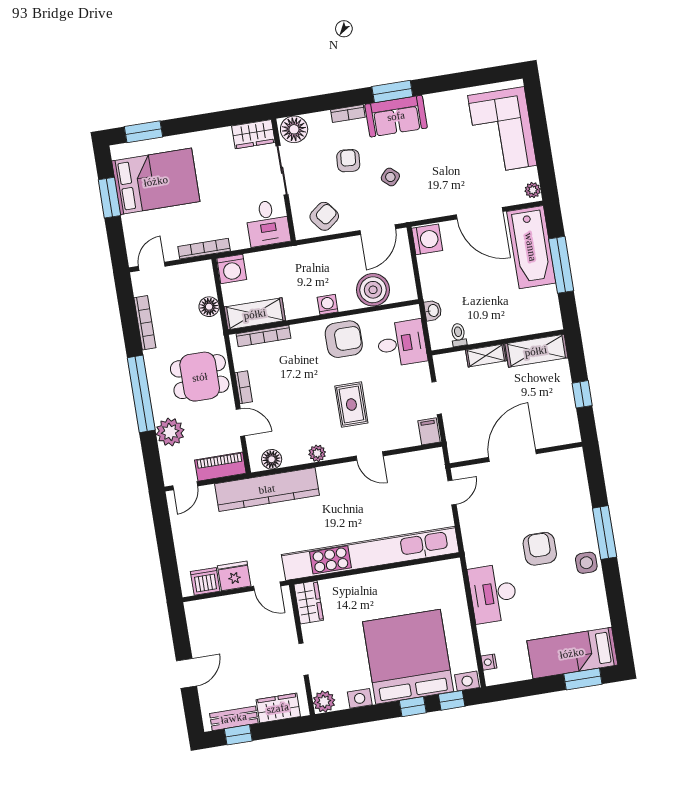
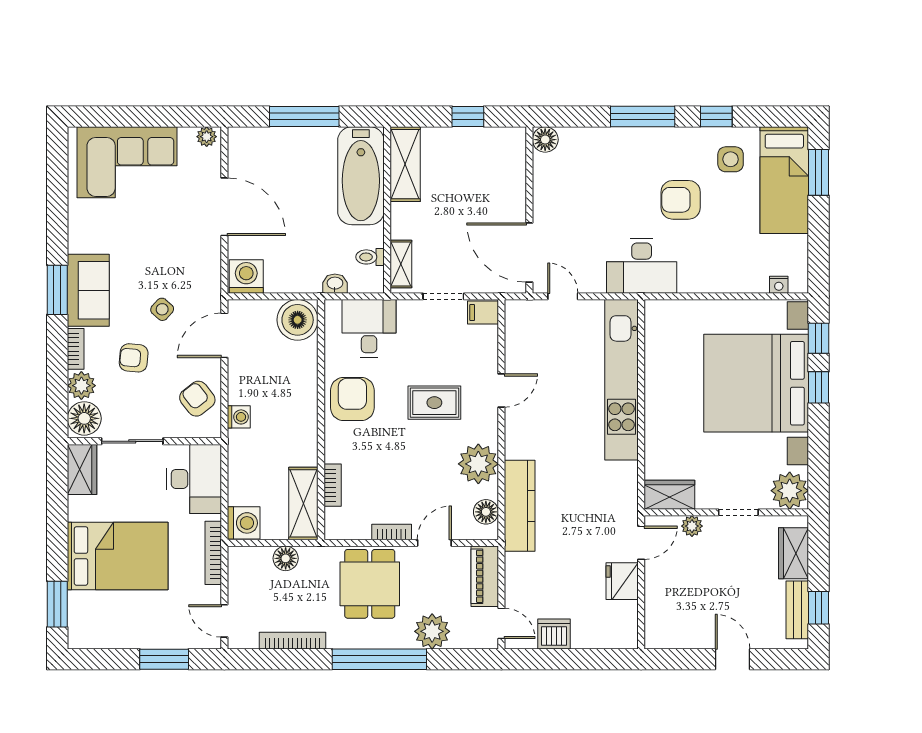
plant: (320, 123) -> (81, 386), added
bed: (156, 181) -> (118, 556), moved, turned 90
window: (109, 198) -> (164, 659), moved
door: (480, 213) -> (224, 207), hinge flipped
desk: (268, 223) -> (194, 479), width x1.37
door: (378, 230) -> (224, 335), swing flipped
bathtub: (531, 247) -> (361, 176), moved, turned 90
boiler: (373, 290) -> (298, 320), moved
washing machine: (328, 305) -> (239, 417), moved, turned 180
bookcase: (264, 336) -> (333, 485), width x0.64
shelving: (486, 355) -> (401, 264), moved
plant: (317, 453) -> (478, 464), width x1.87, depth x1.87
door: (512, 456) -> (529, 253), moved
floor lamp: (574, 458) -> (545, 140), added
kitchen counter: (267, 489) -> (520, 506), width x0.72, depth x0.86
armchair: (540, 549) -> (681, 200), moved
kitchen unit: (370, 553) -> (621, 380), width x0.73
side table: (586, 563) -> (731, 159), moved
dishwasher: (205, 581) -> (554, 634), moved, turned 90
window: (614, 591) -> (716, 117), added
desk: (493, 593) -> (642, 266), moved
plant: (287, 624) -> (692, 526), added
plant: (324, 702) -> (790, 491), width x1.36, depth x1.36

